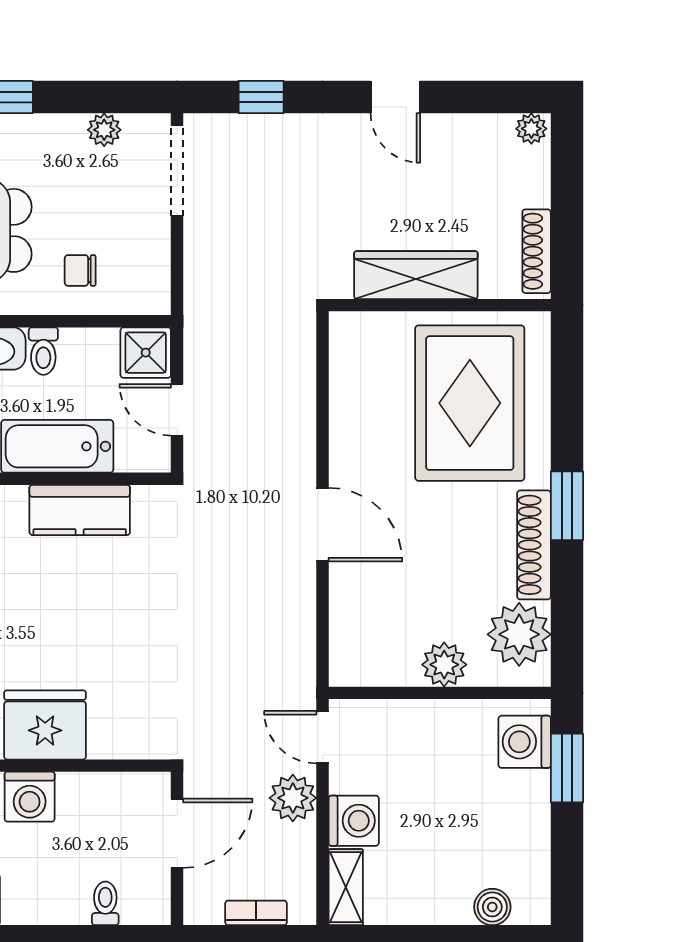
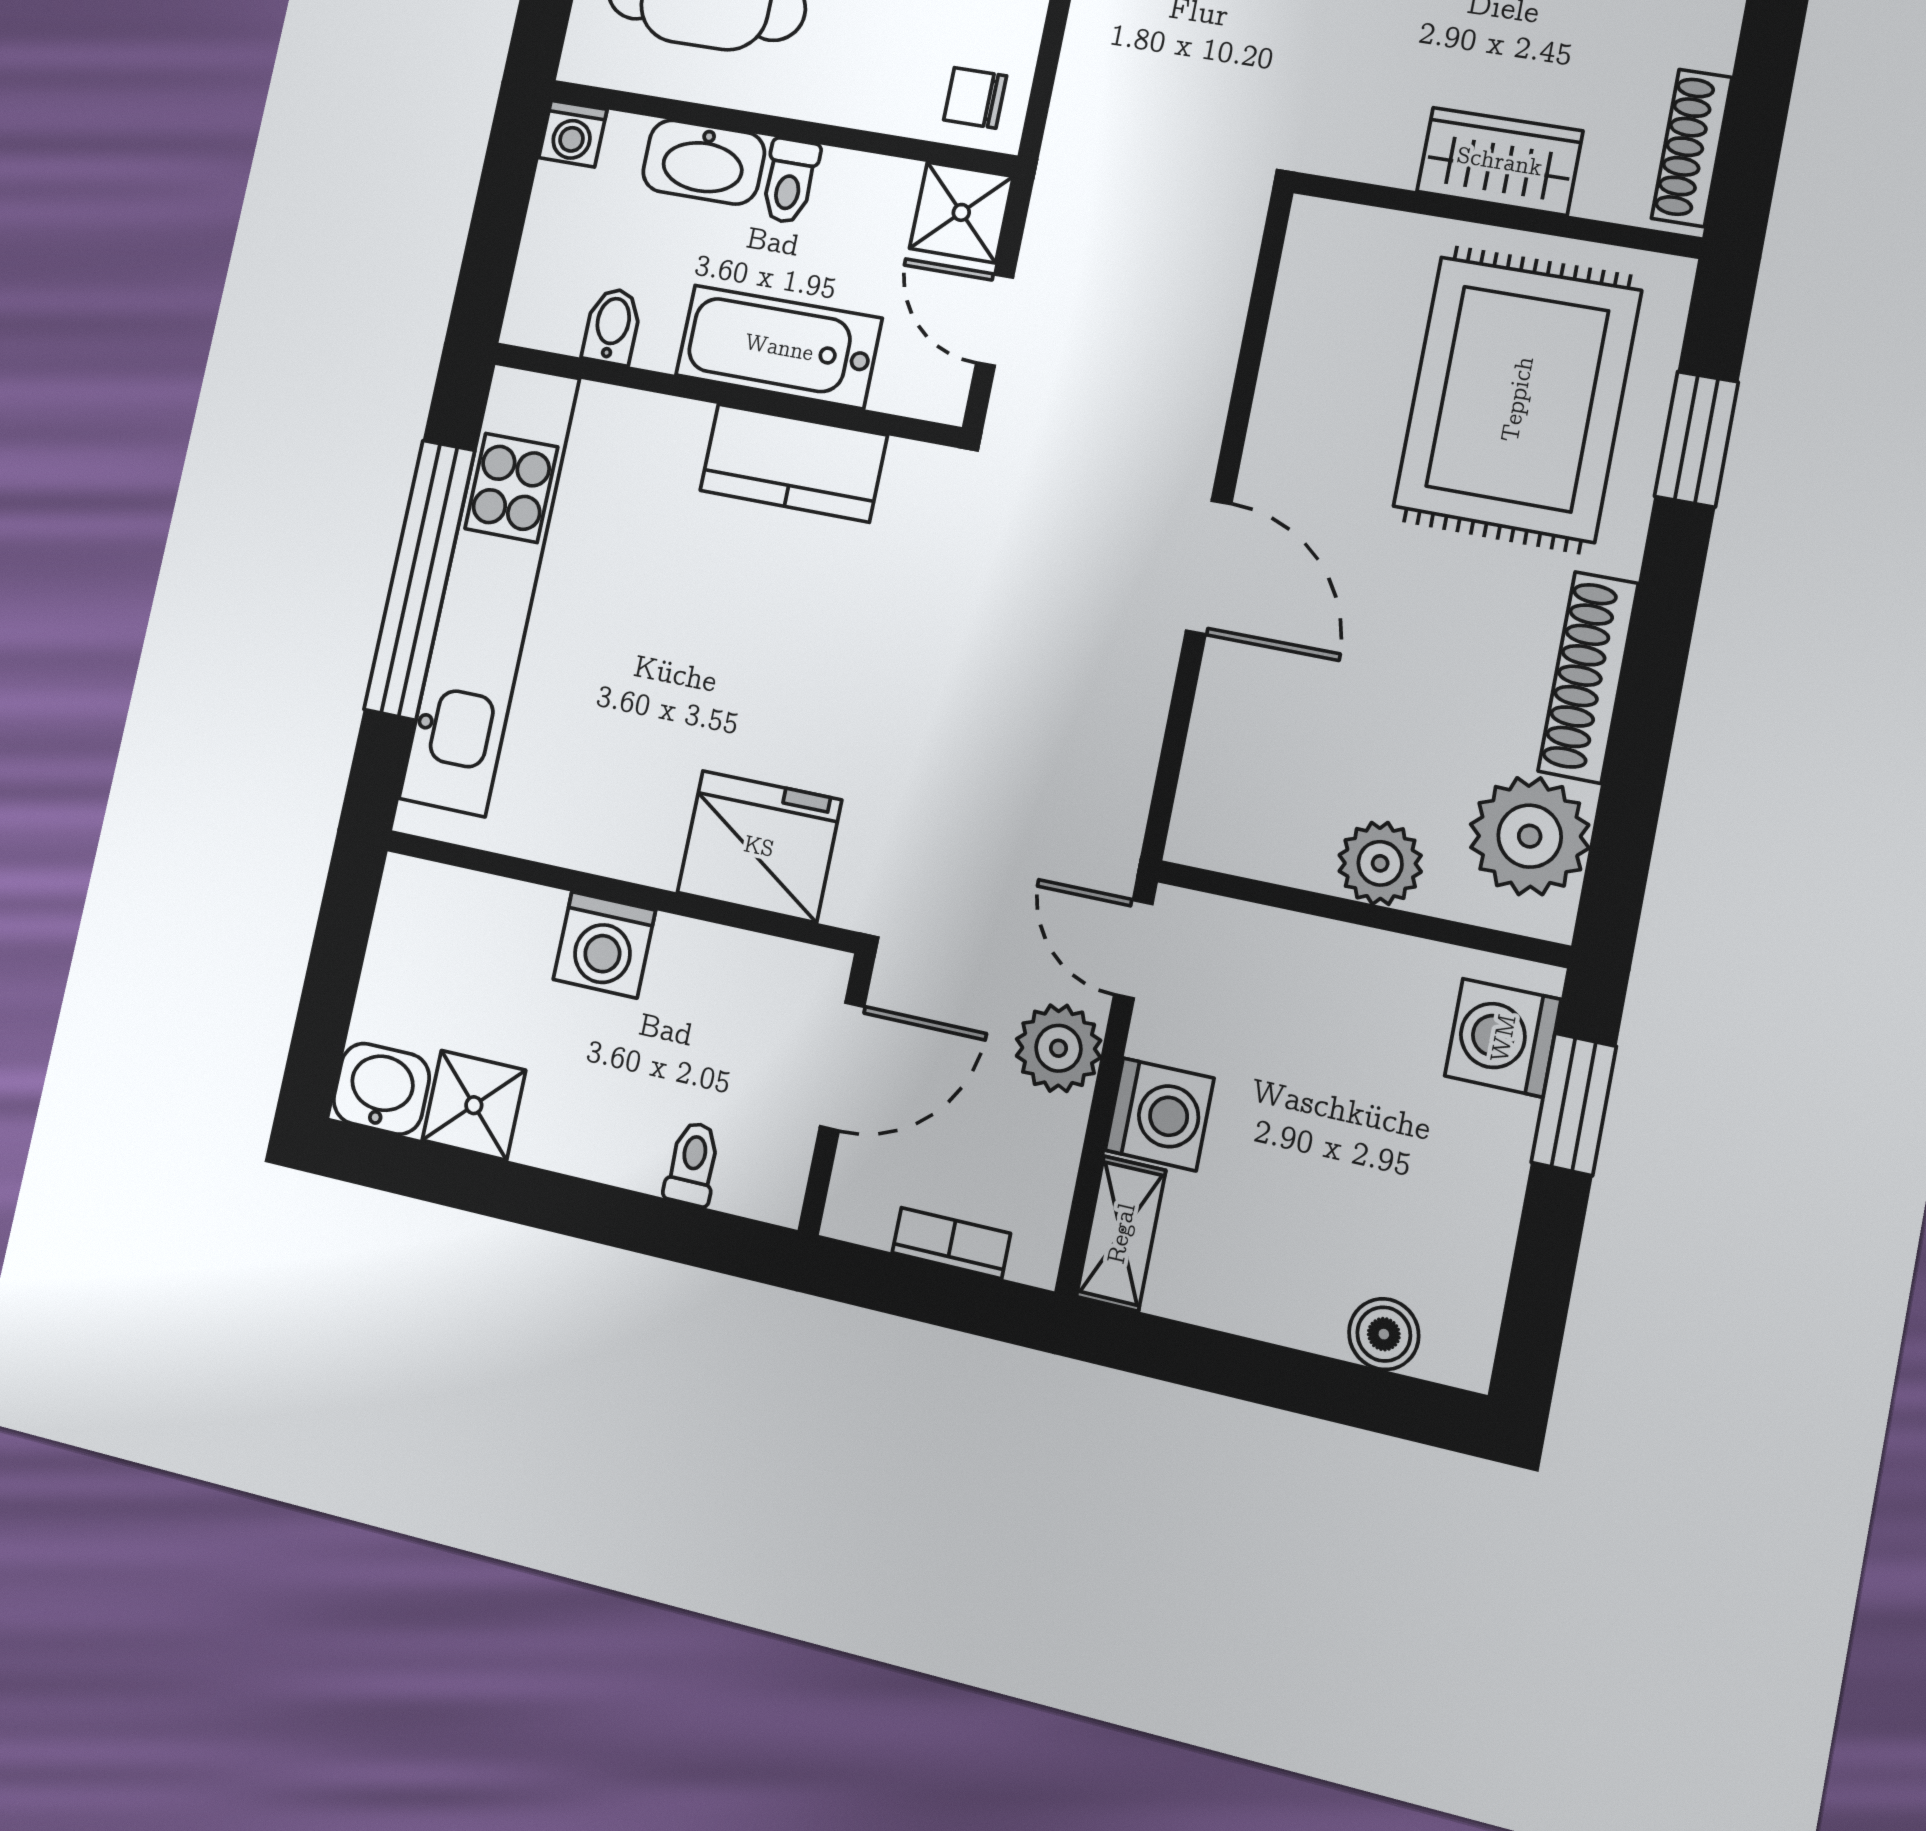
chair: (80, 270) -> (975, 98), moved
wardrobe: (416, 275) -> (1500, 161), width x0.67
window: (567, 506) -> (1696, 439), moved
fridge: (45, 725) -> (759, 846), moved

